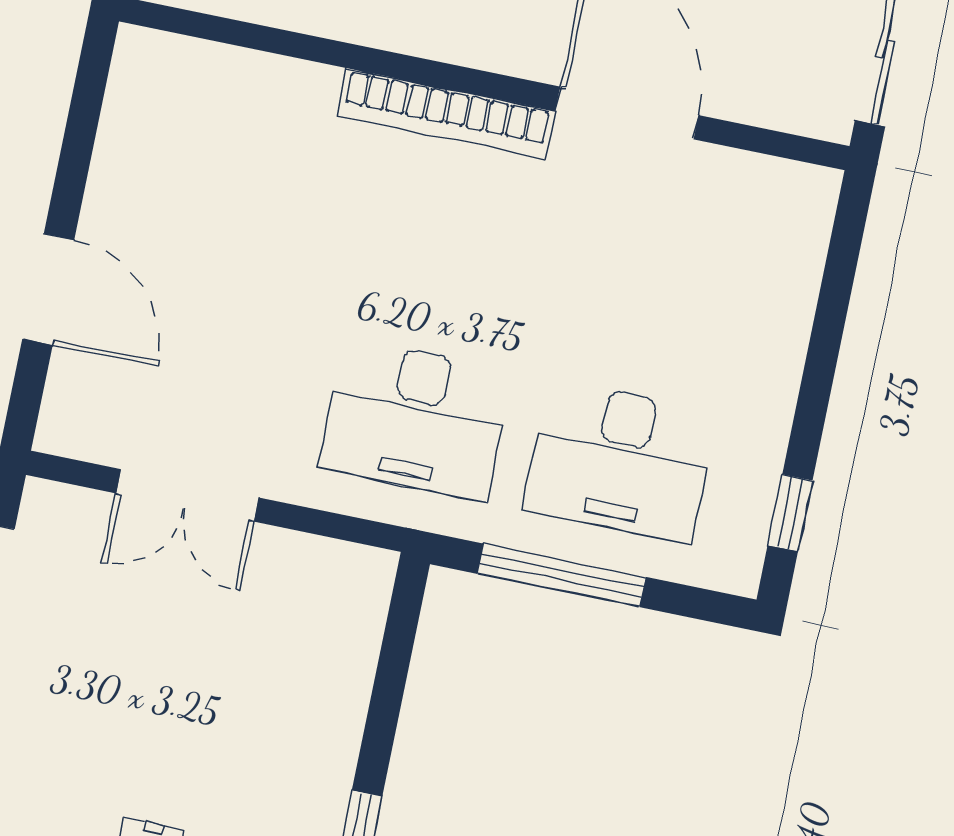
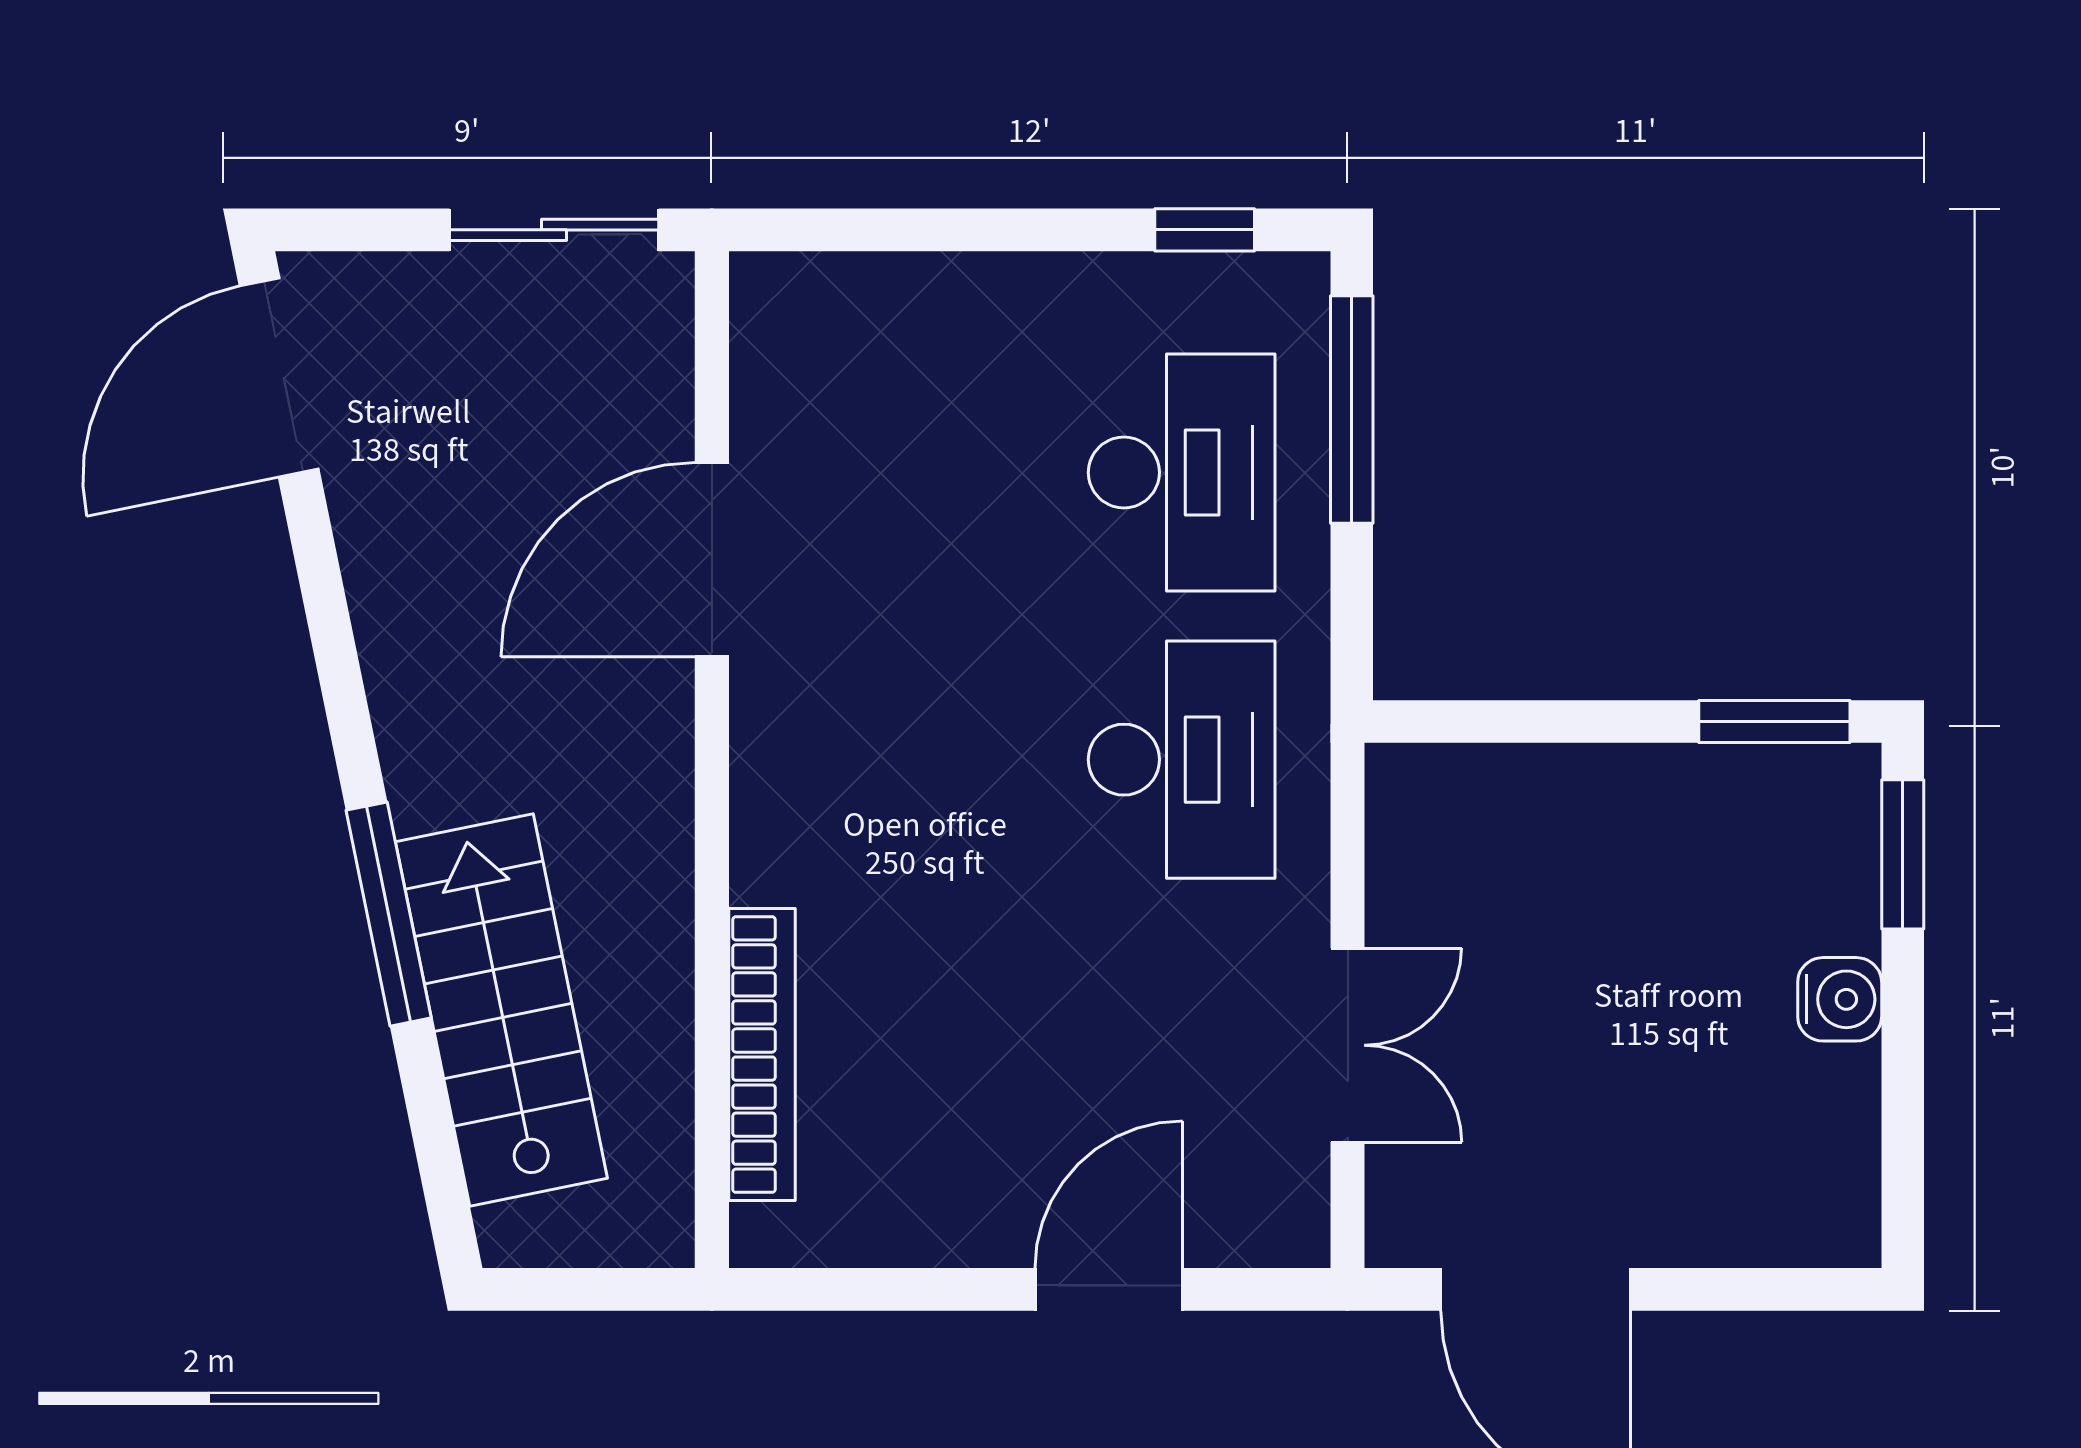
bookcase: (446, 113) -> (762, 1055), moved
window: (562, 575) -> (1352, 409), moved

